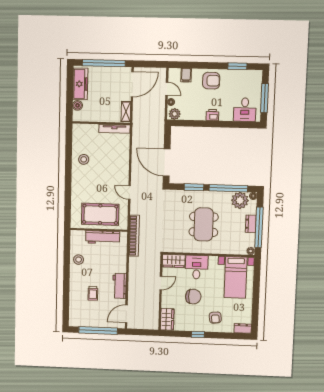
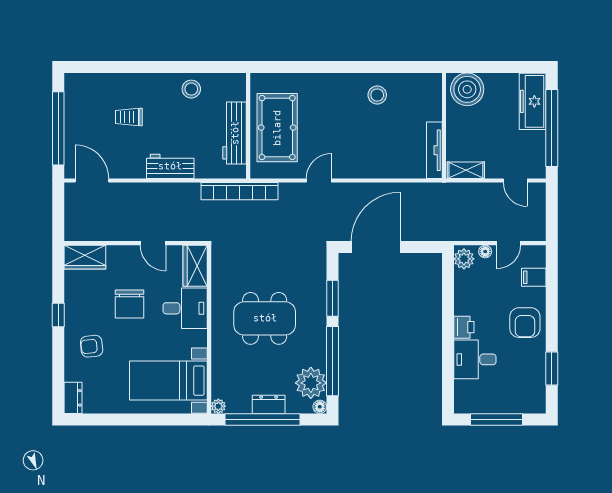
freezer: (80, 84) -> (533, 101), moved, turned 90
door: (132, 84) -> (515, 181), width x0.53
boiler: (77, 105) -> (467, 89), width x1.86, depth x1.86
desk: (245, 110) -> (475, 359), moved
workbench: (119, 286) -> (170, 166), moved

